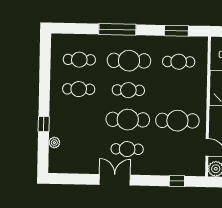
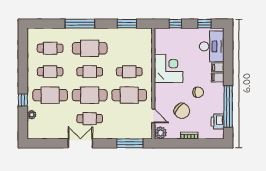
cafe table: (179, 62) -> (129, 72), moved
cafe table: (78, 119) -> (50, 95), added
window: (177, 181) -> (130, 143), width x2.17

